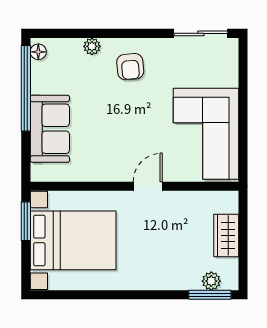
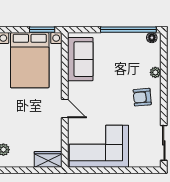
sofa: (50, 129) -> (80, 59), moved, turned -90
wardrobe: (226, 235) -> (48, 159), moved

